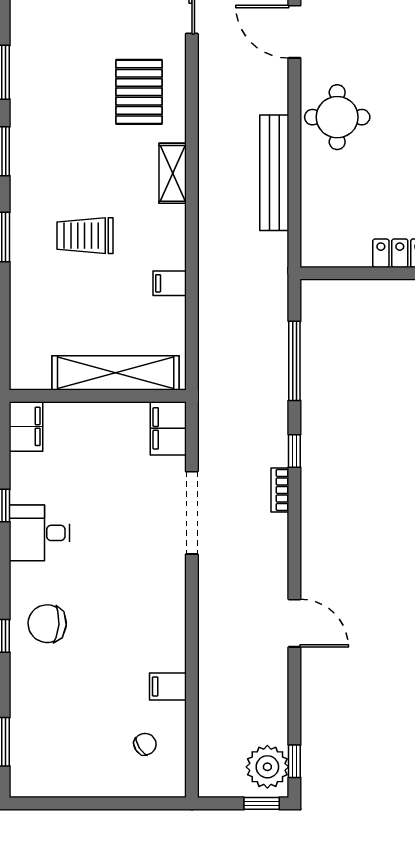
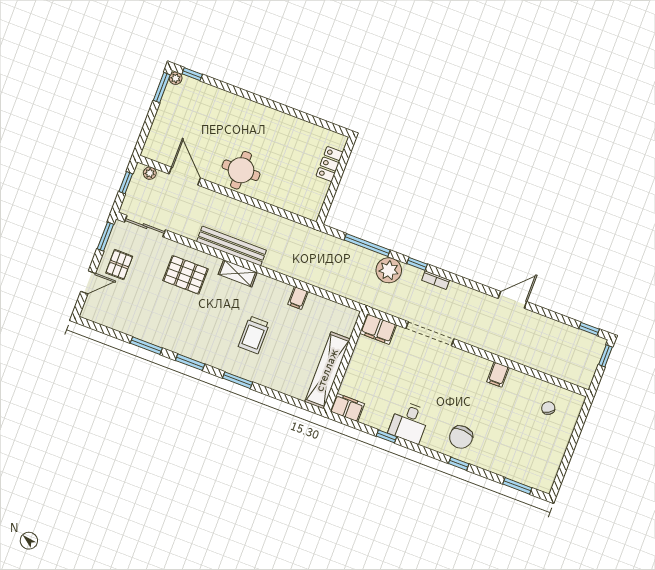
door: (294, 32) -> (185, 176), swing flipped
bench: (274, 173) -> (231, 246), moved
shelving: (116, 373) -> (327, 370), moved
filing cabinet: (168, 686) -> (498, 375), moved
plant: (267, 767) -> (389, 270), moved

